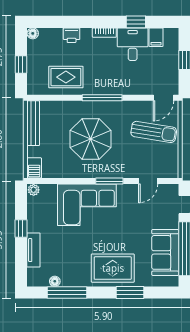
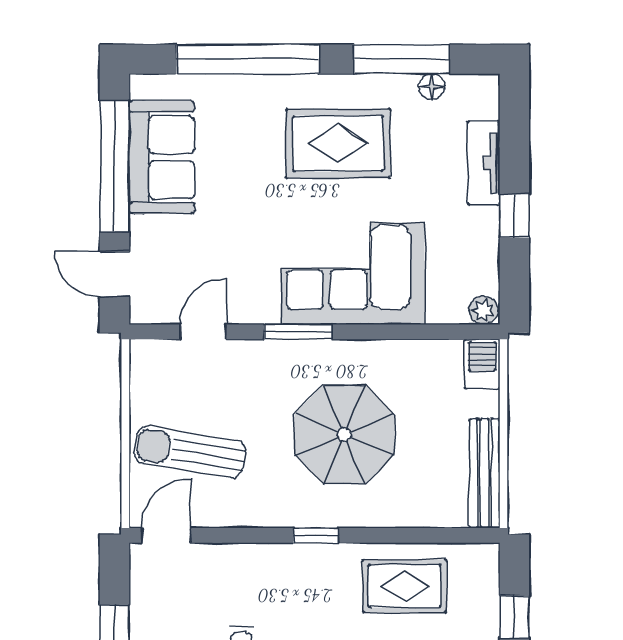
window: (102, 98) -> (316, 535), width x0.46
rug: (113, 268) -> (338, 143), moved
window: (130, 293) -> (248, 59), width x2.11

